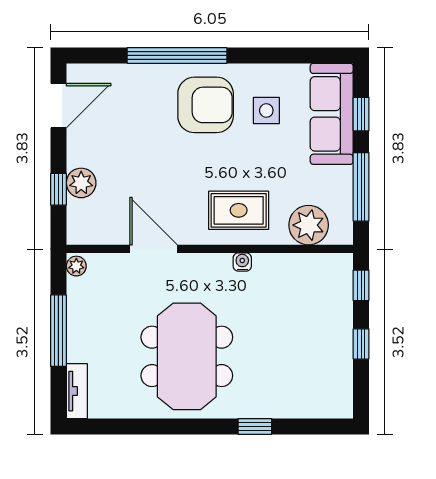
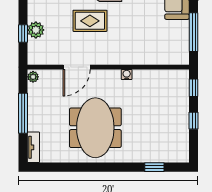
rug: (239, 210) -> (90, 21), moved
plant: (309, 225) -> (164, 54), removed
door: (154, 249) -> (77, 67), swing flipped
window: (255, 426) -> (154, 167), moved

